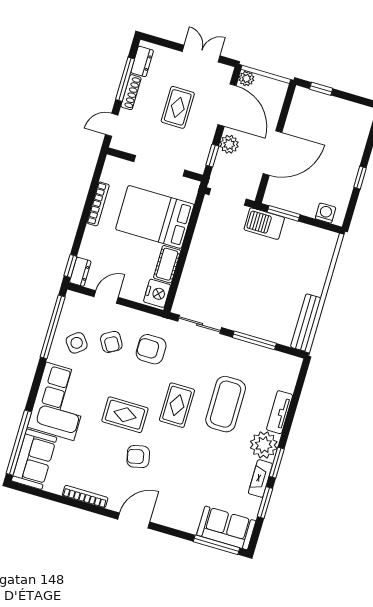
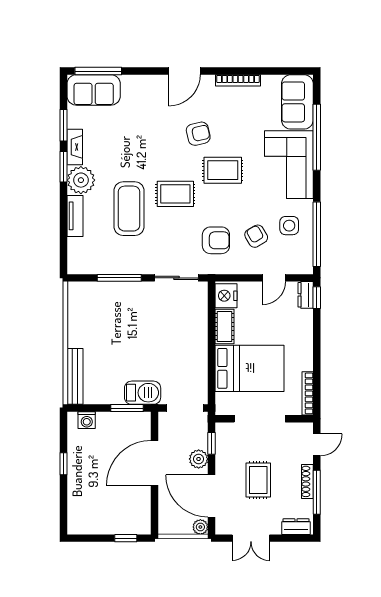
dresser: (142, 61) -> (296, 527), moved, turned 90
bookcase: (98, 204) -> (308, 393), moved
bench: (306, 323) -> (75, 376), moved
side table: (77, 343) -> (289, 226), turned 38
rug: (177, 405) -> (175, 194), turned 90
window: (19, 443) -> (317, 137), moved

